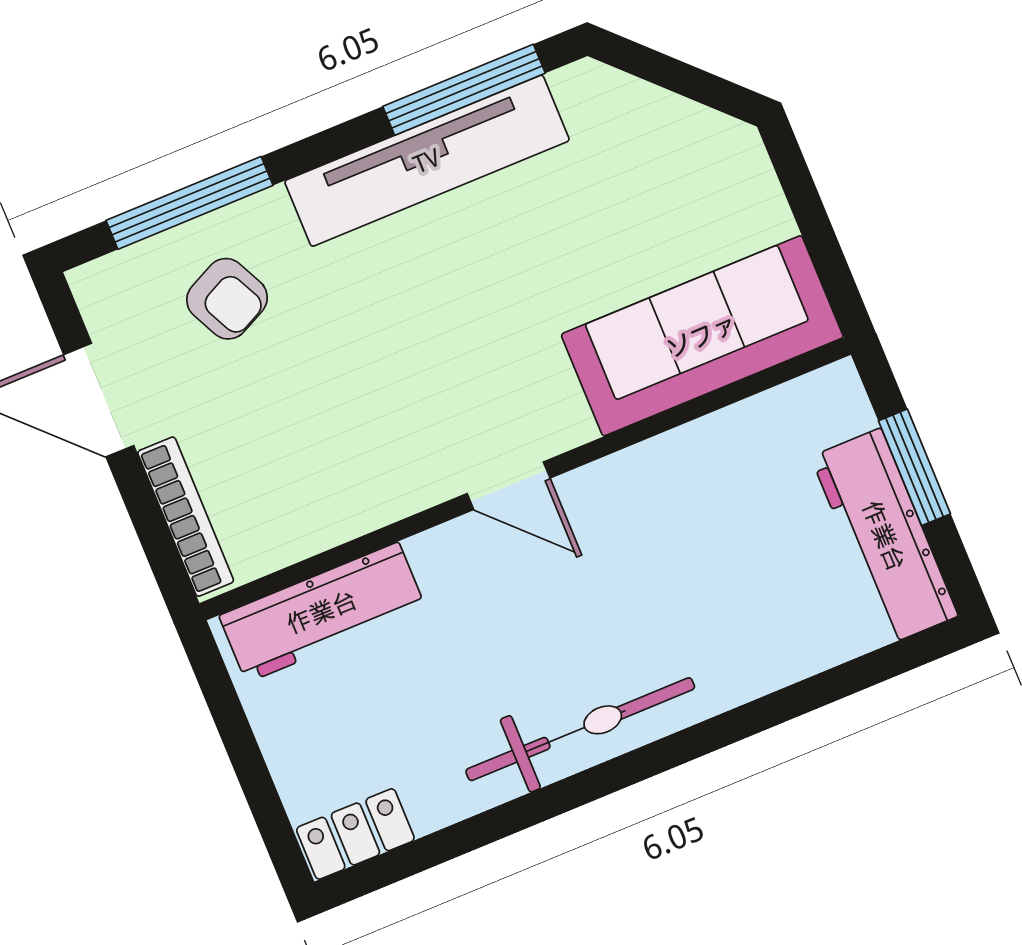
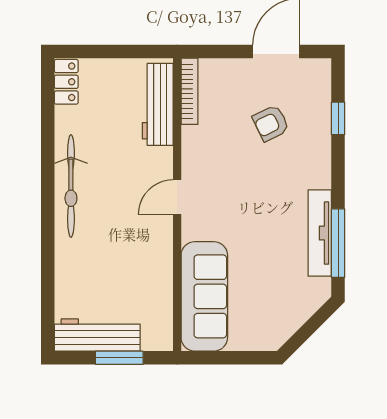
tv unit: (427, 161) -> (320, 233), width x0.73, depth x0.78
window: (190, 203) -> (338, 118), width x0.46
armchair: (227, 299) -> (271, 123), moved
bookcase: (186, 517) -> (189, 91), moved, turned -90

